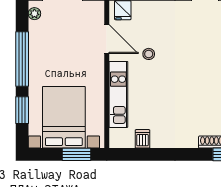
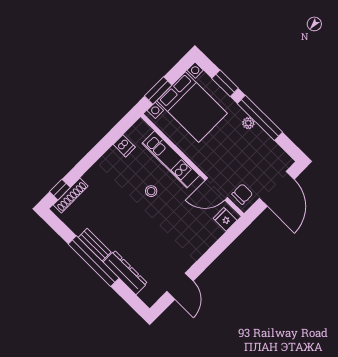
plant: (34, 14) -> (248, 123), moved
chair: (91, 16) -> (242, 194), added
stool: (149, 54) -> (151, 191), moved

